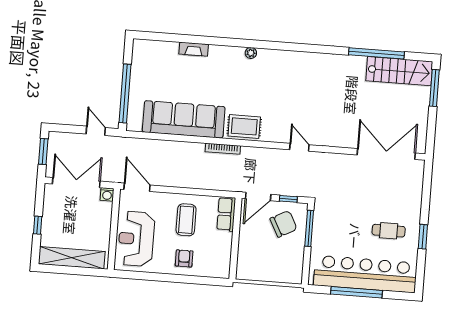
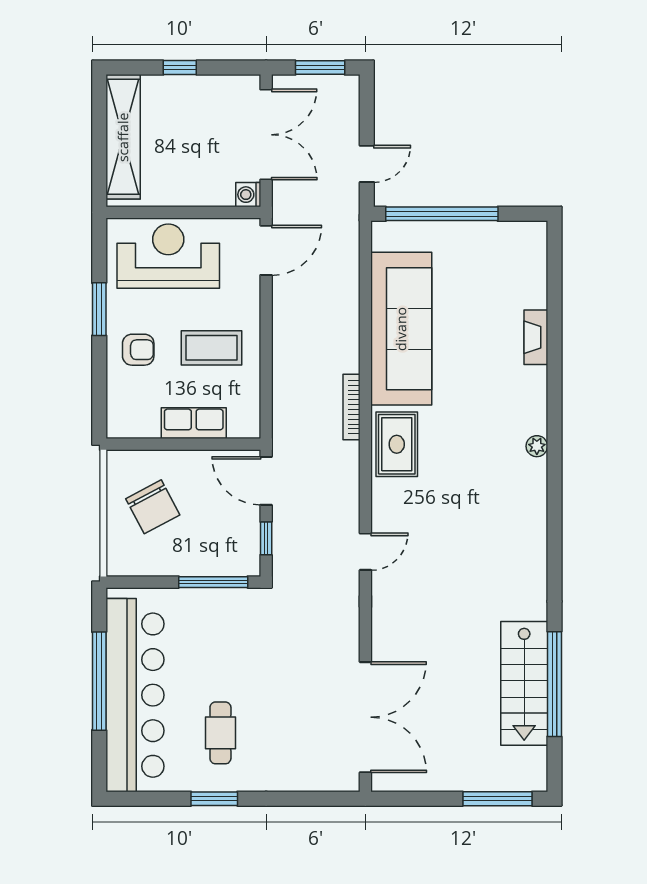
stairs: (399, 71) -> (524, 683), moved
row of seats: (226, 214) -> (194, 423), moved
chair: (283, 224) -> (153, 507), moved
window: (161, 277) -> (99, 309), added

